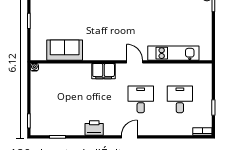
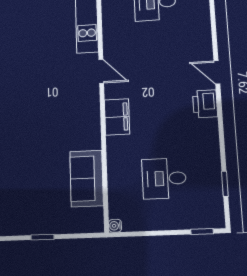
door: (135, 62) -> (101, 71), swing flipped
desk: (141, 99) -> (164, 178), moved
printer: (94, 128) -> (205, 104), moved

